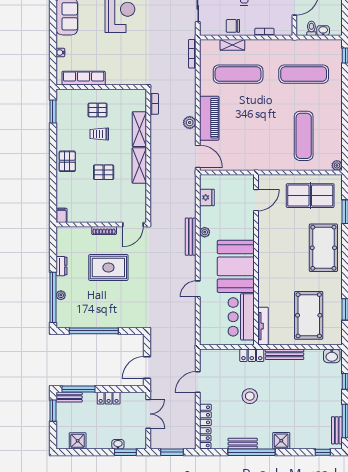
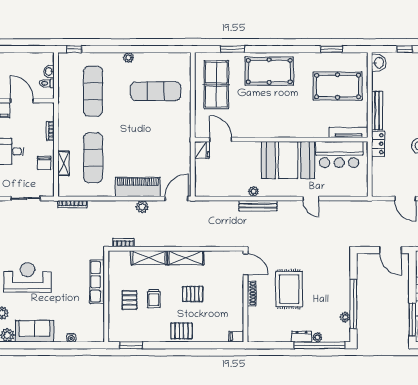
row of seats: (84, 78) -> (97, 282), moved
plant: (337, 165) -> (129, 57), moved
pallet: (104, 172) -> (193, 294), turned 90
fridge: (207, 197) -> (202, 150), moved, turned 90
dresser: (61, 266) -> (302, 337), moved
plant: (81, 323) -> (345, 317), added

